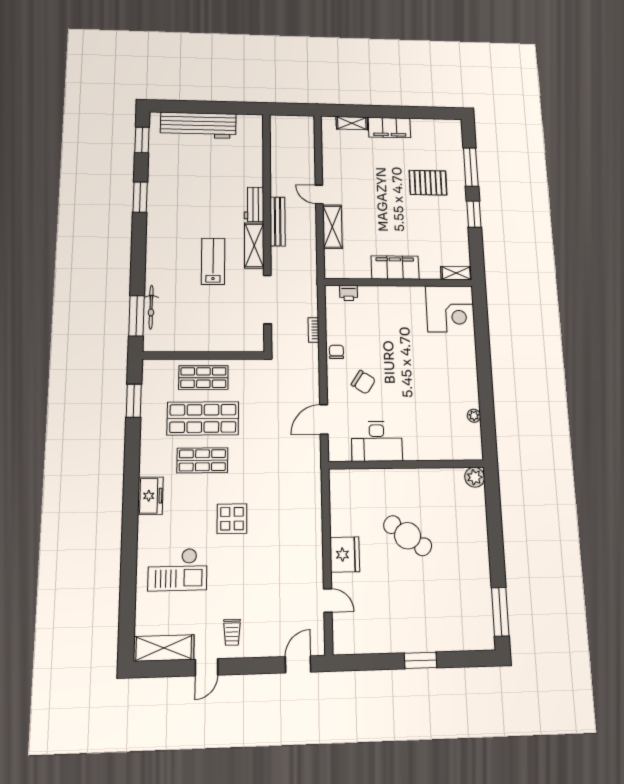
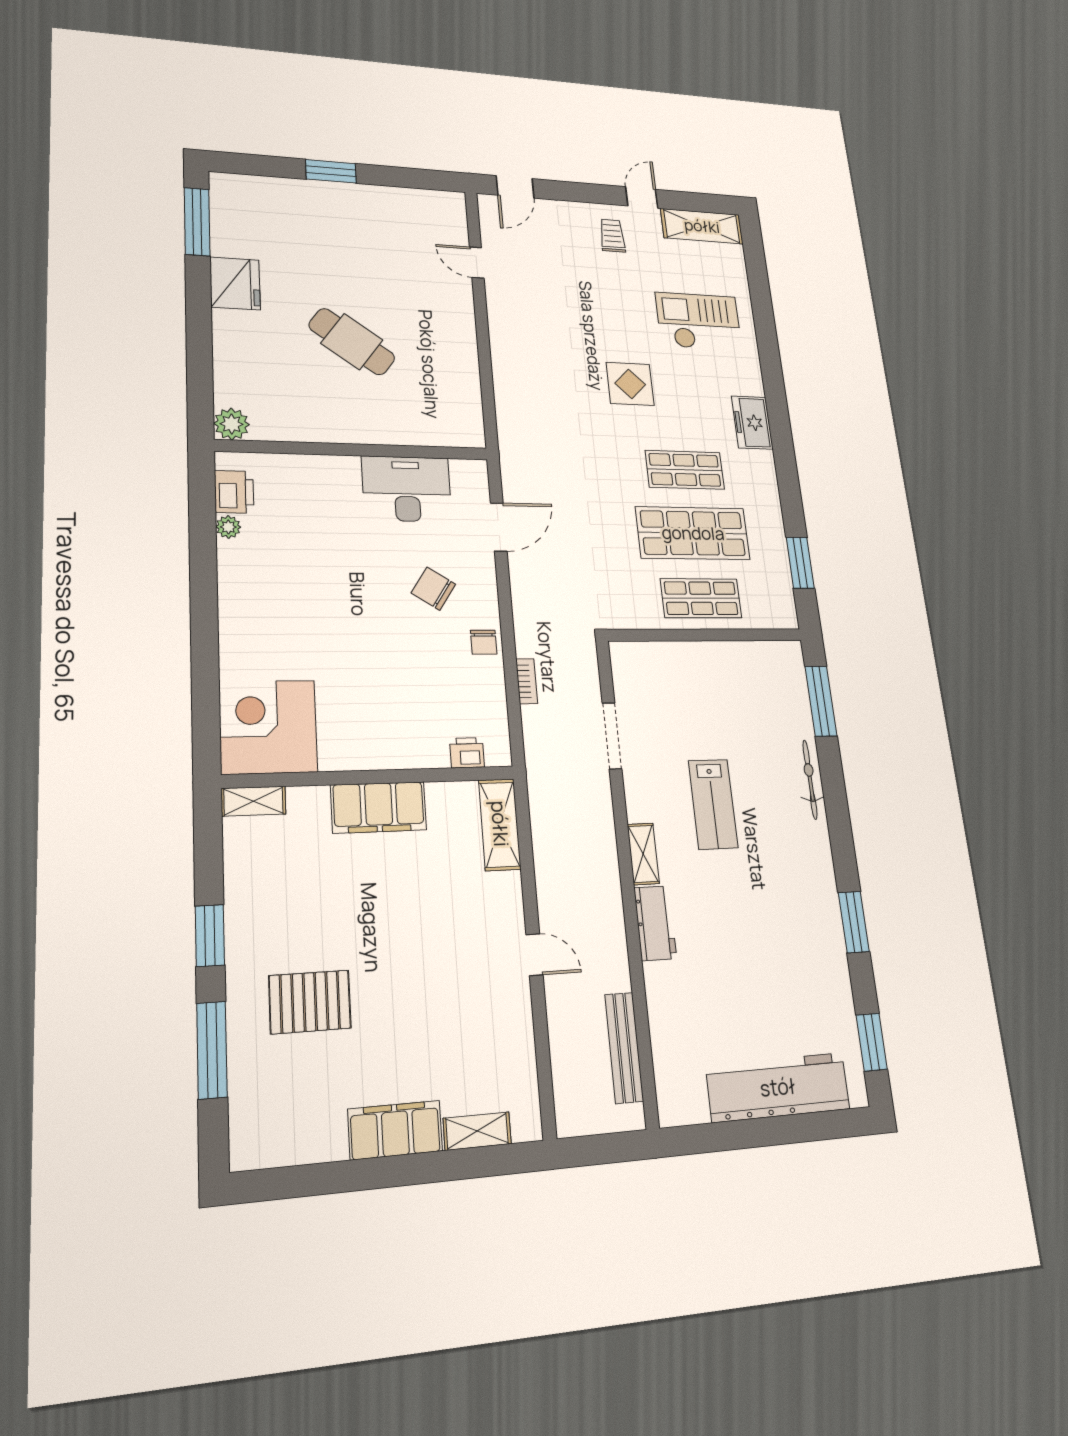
bench: (278, 221) -> (624, 1048), moved
shelving: (332, 227) -> (500, 824), moved
shelving: (254, 246) -> (643, 854), width x0.67, depth x0.75
doorway: (267, 299) -> (612, 736), width x0.73
bicycle: (151, 307) -> (810, 779), moved
printer: (472, 436) -> (234, 492), added
fridge: (345, 555) -> (235, 284), moved, turned 180

